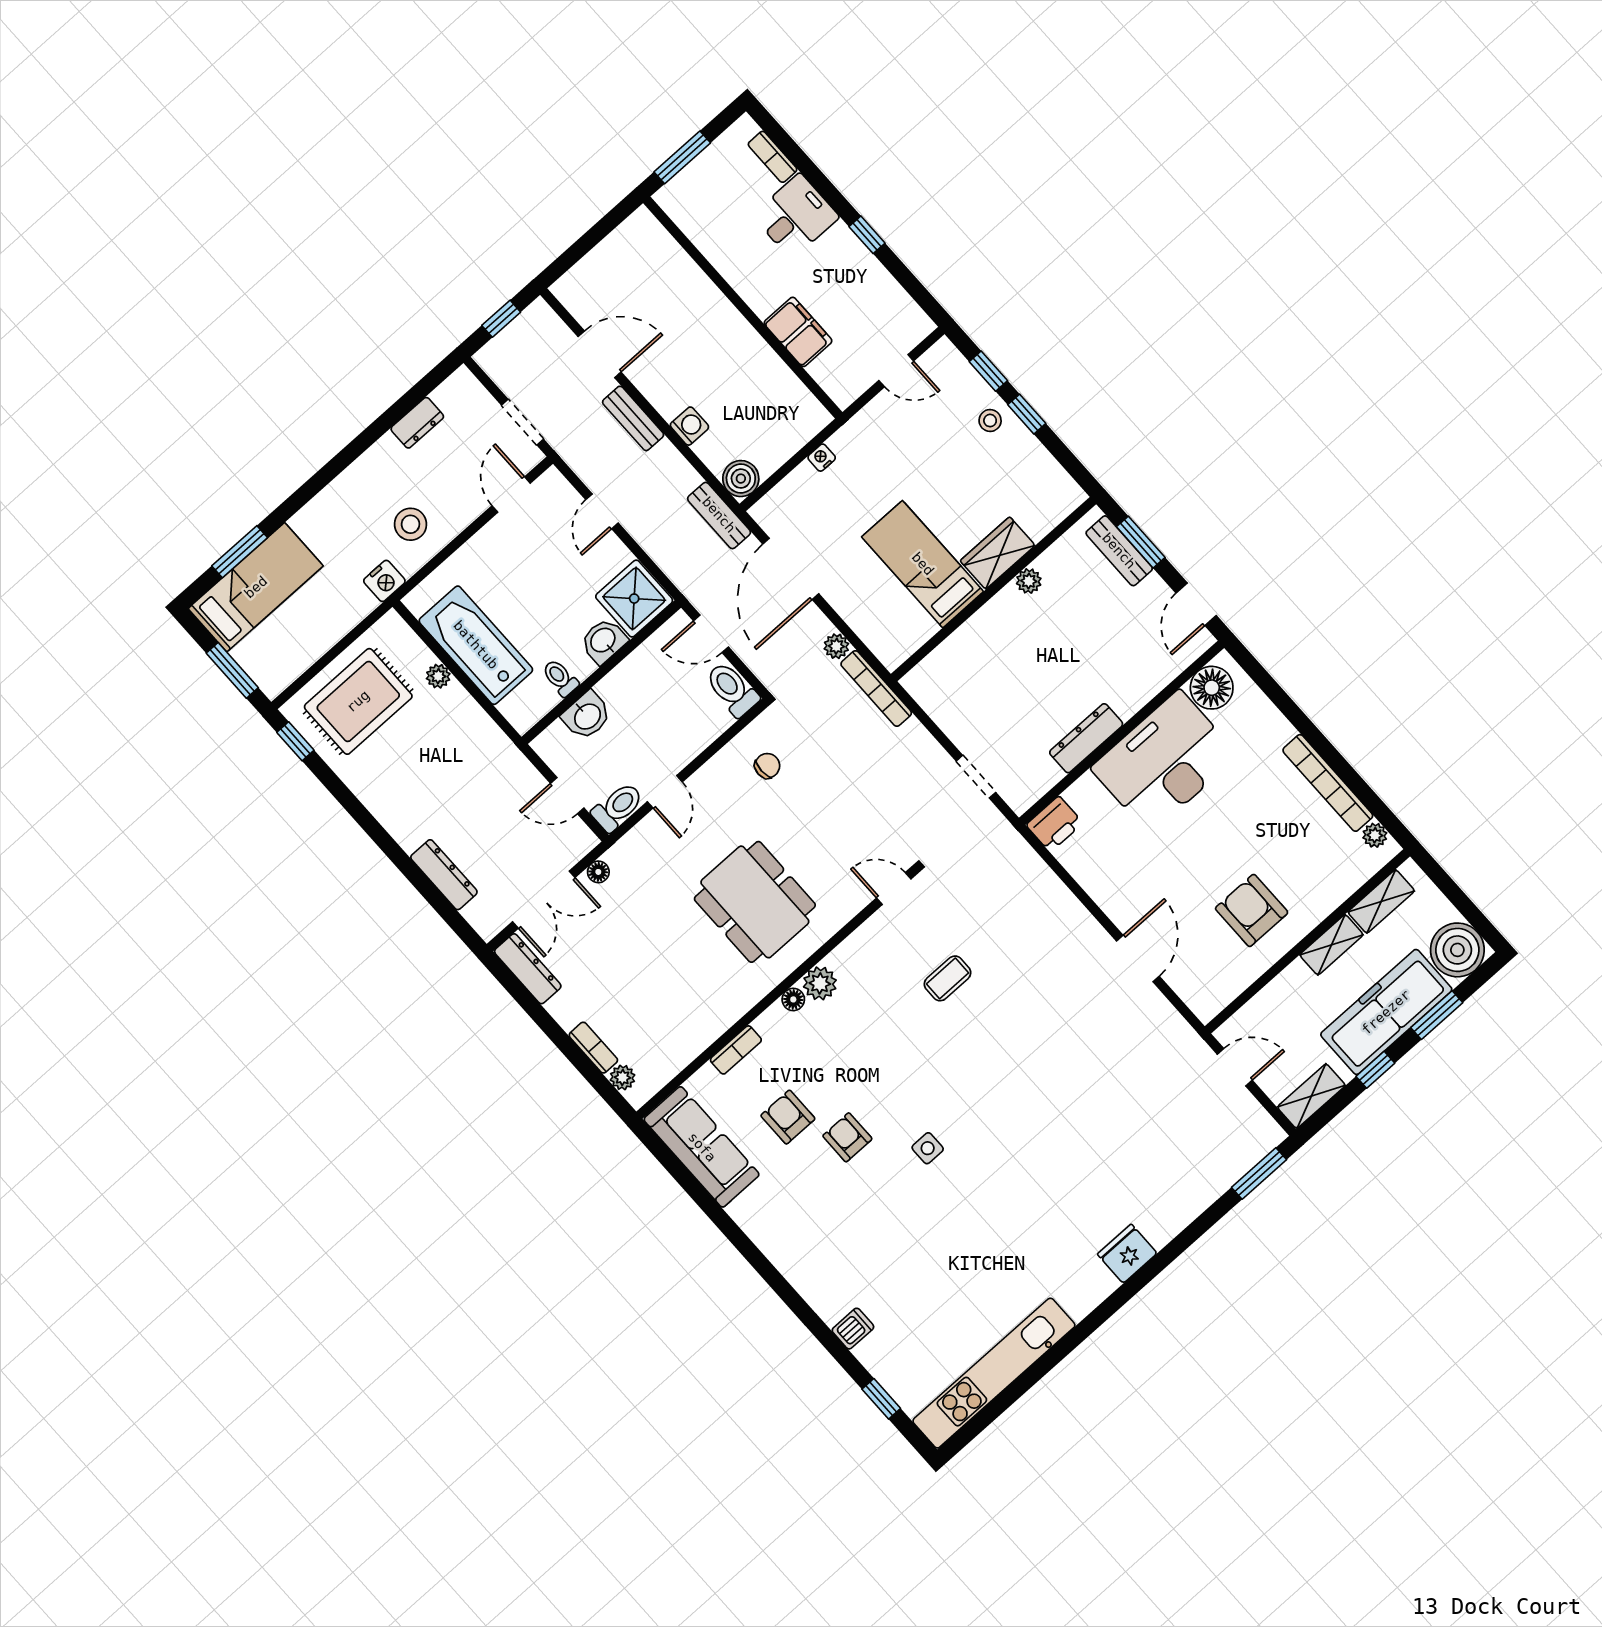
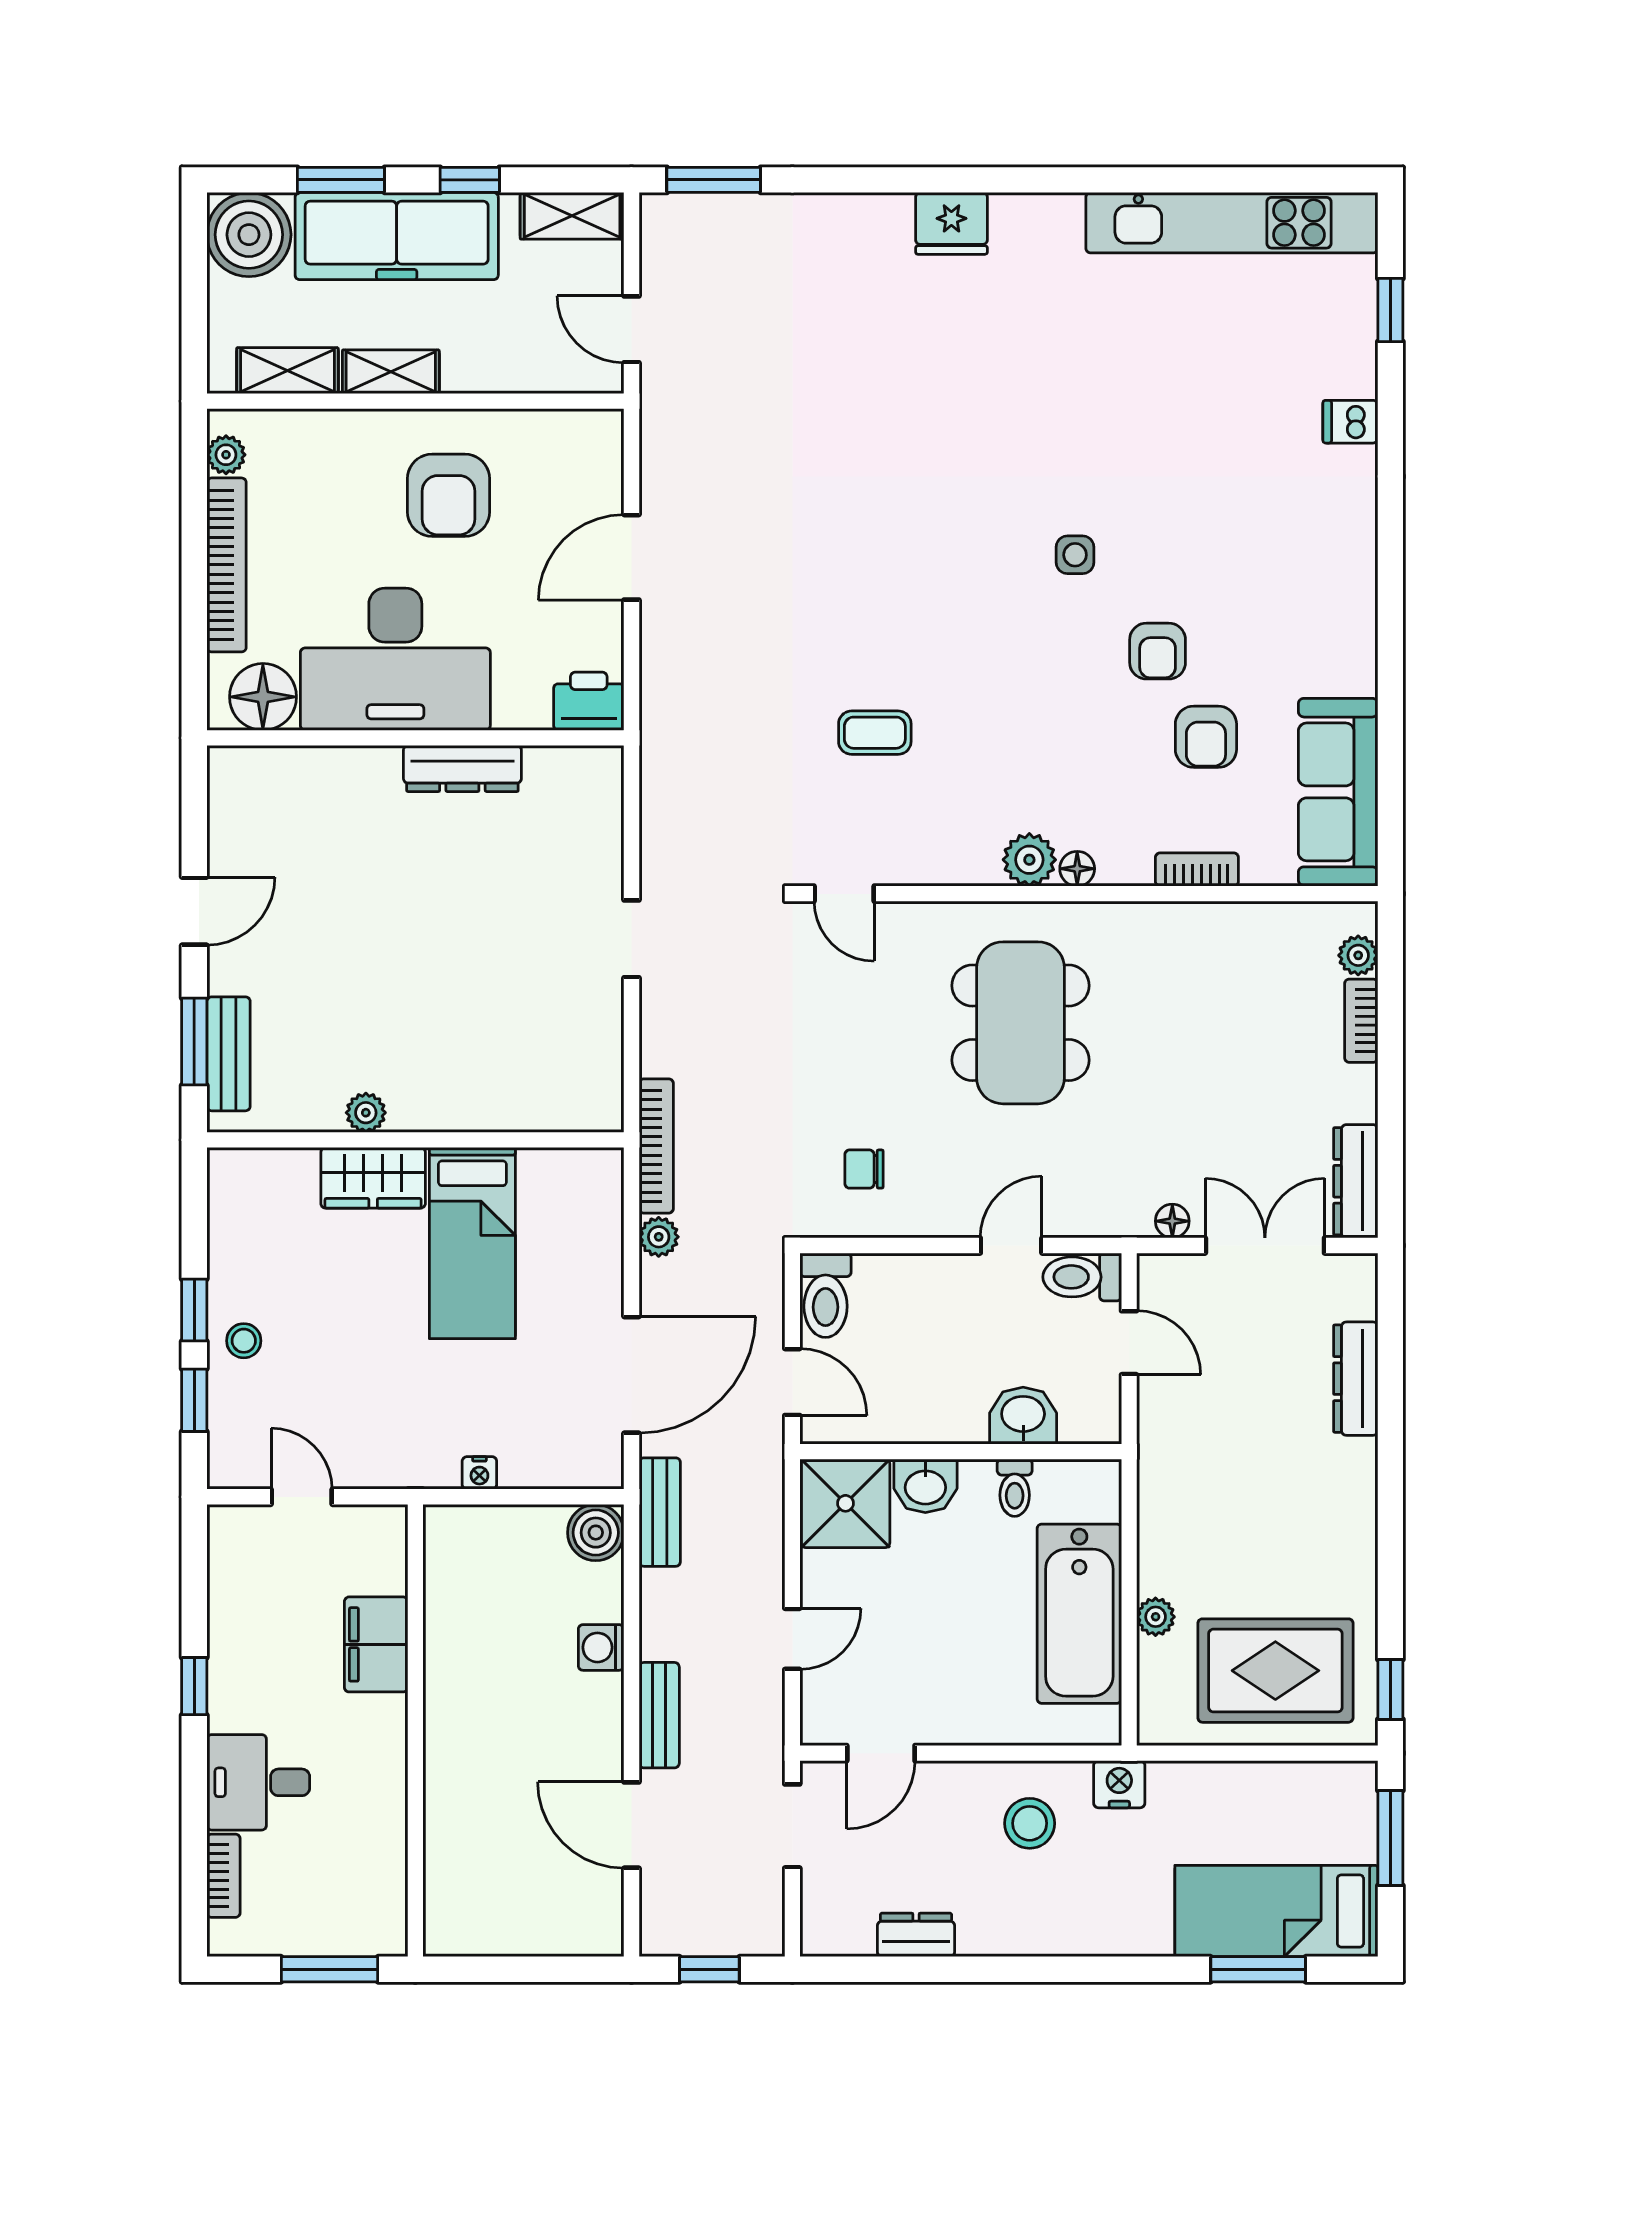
floor lamp: (1212, 688) -> (263, 697), moved
wall: (1122, 733) -> (415, 738), moved
dresser: (1086, 738) -> (462, 768), moved
desk: (1165, 762) -> (395, 659), moved
printer: (1055, 824) -> (589, 701), moved

